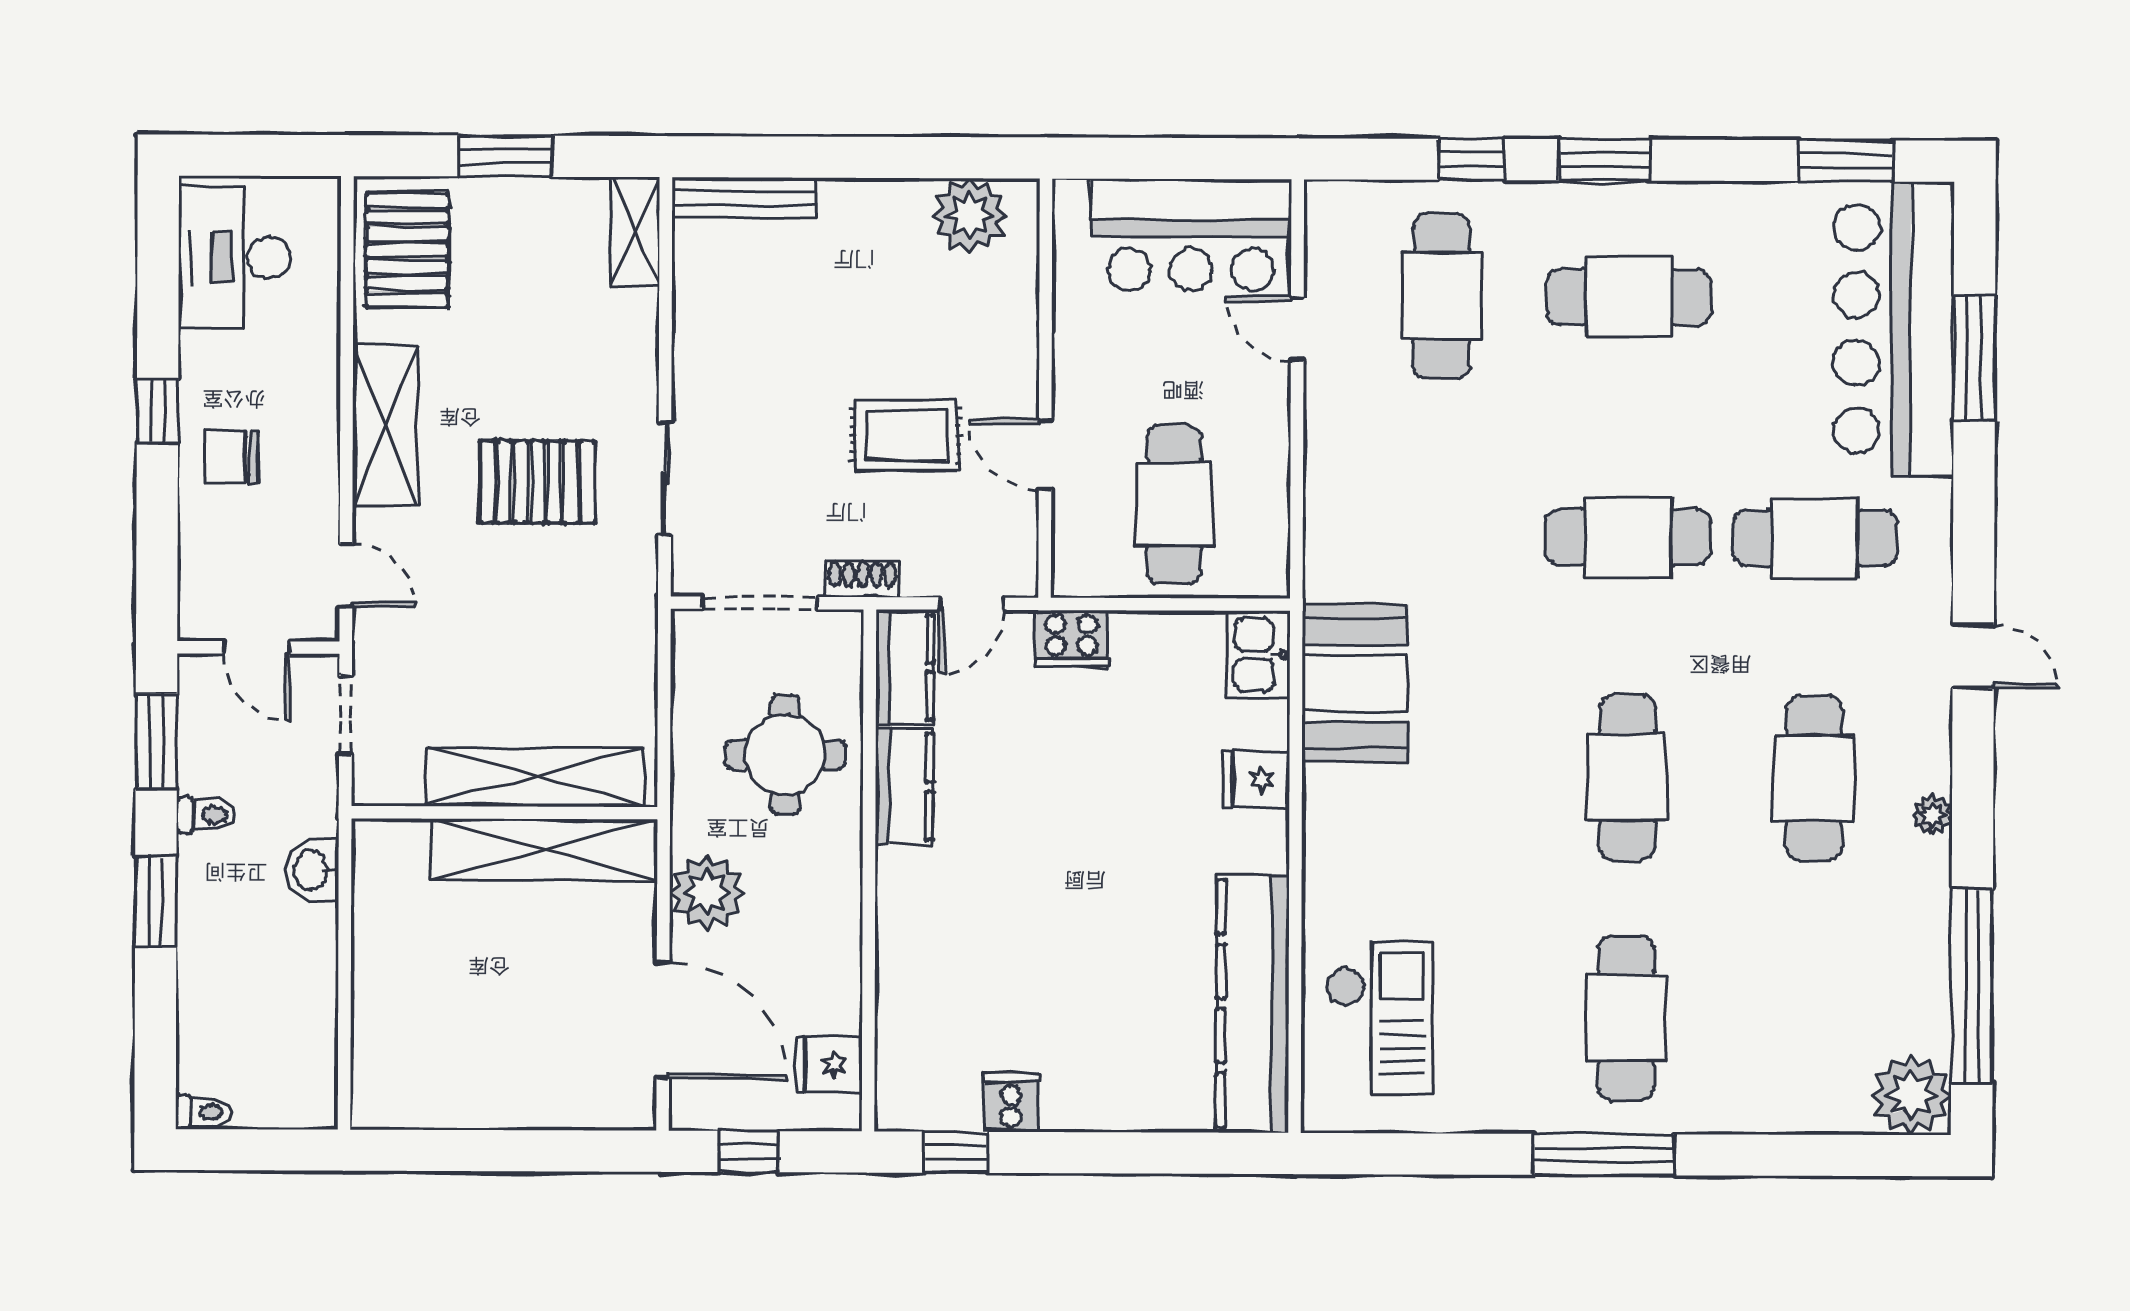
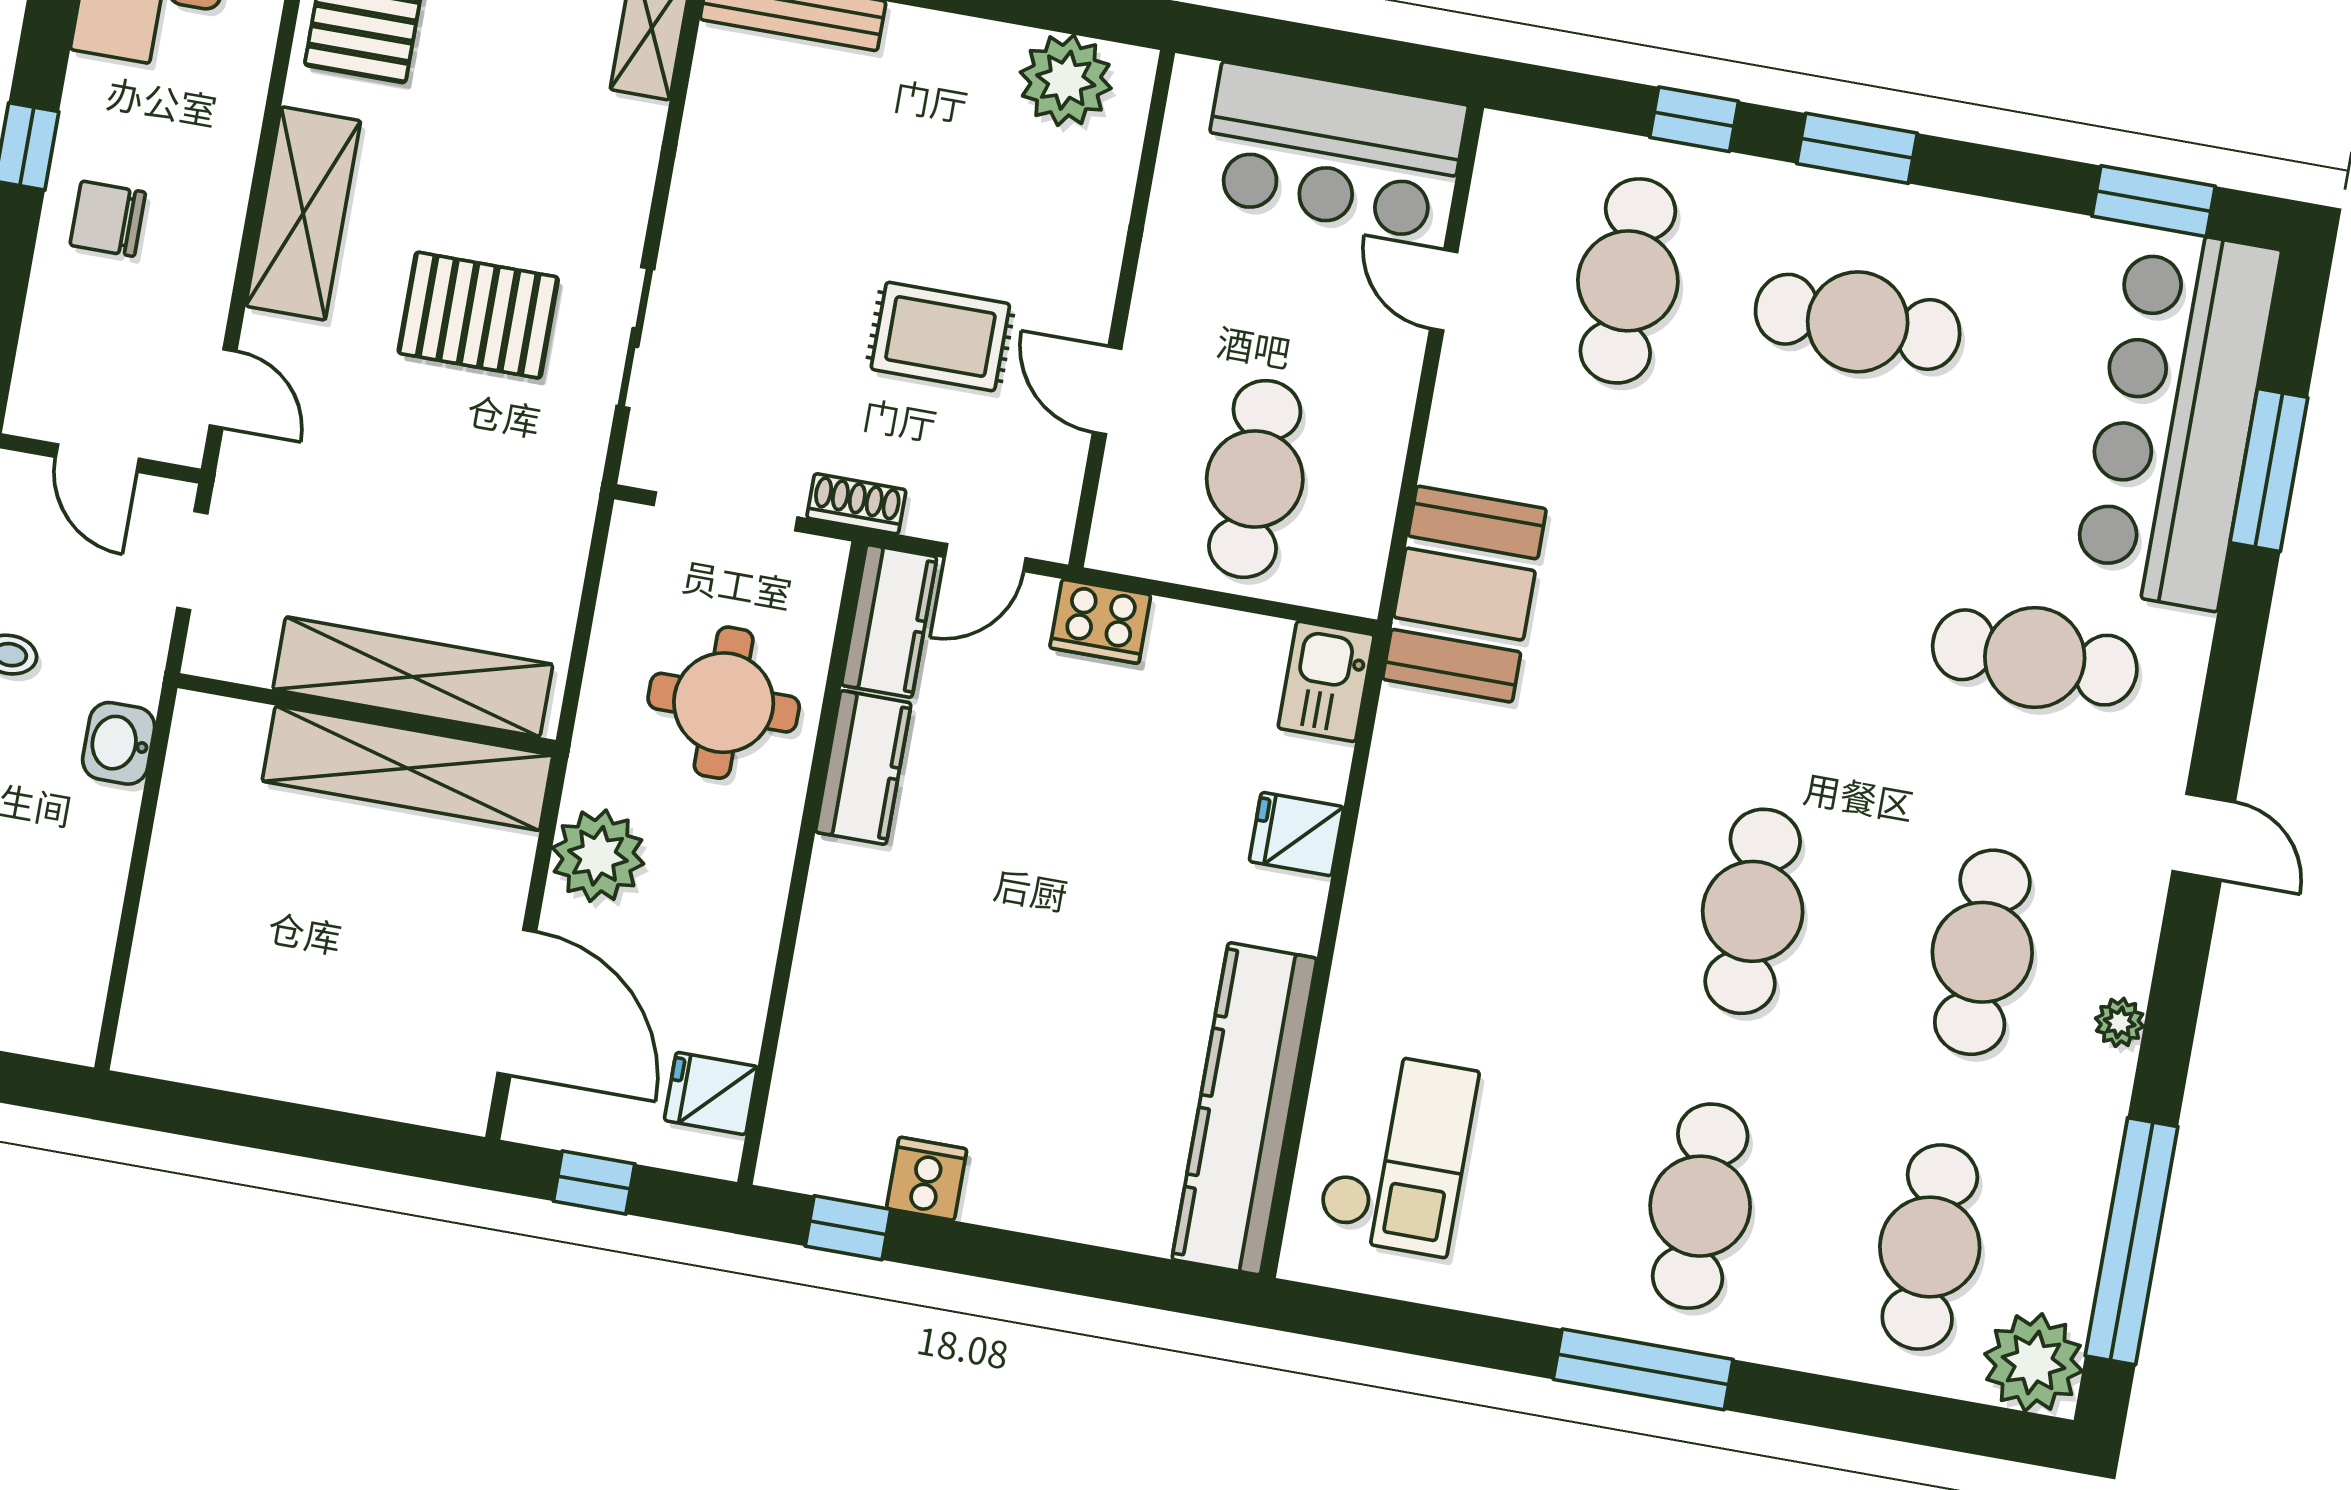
cafe table: (1628, 537) -> (1930, 1247), moved, turned 90
booth: (1355, 683) -> (1464, 594), moved

